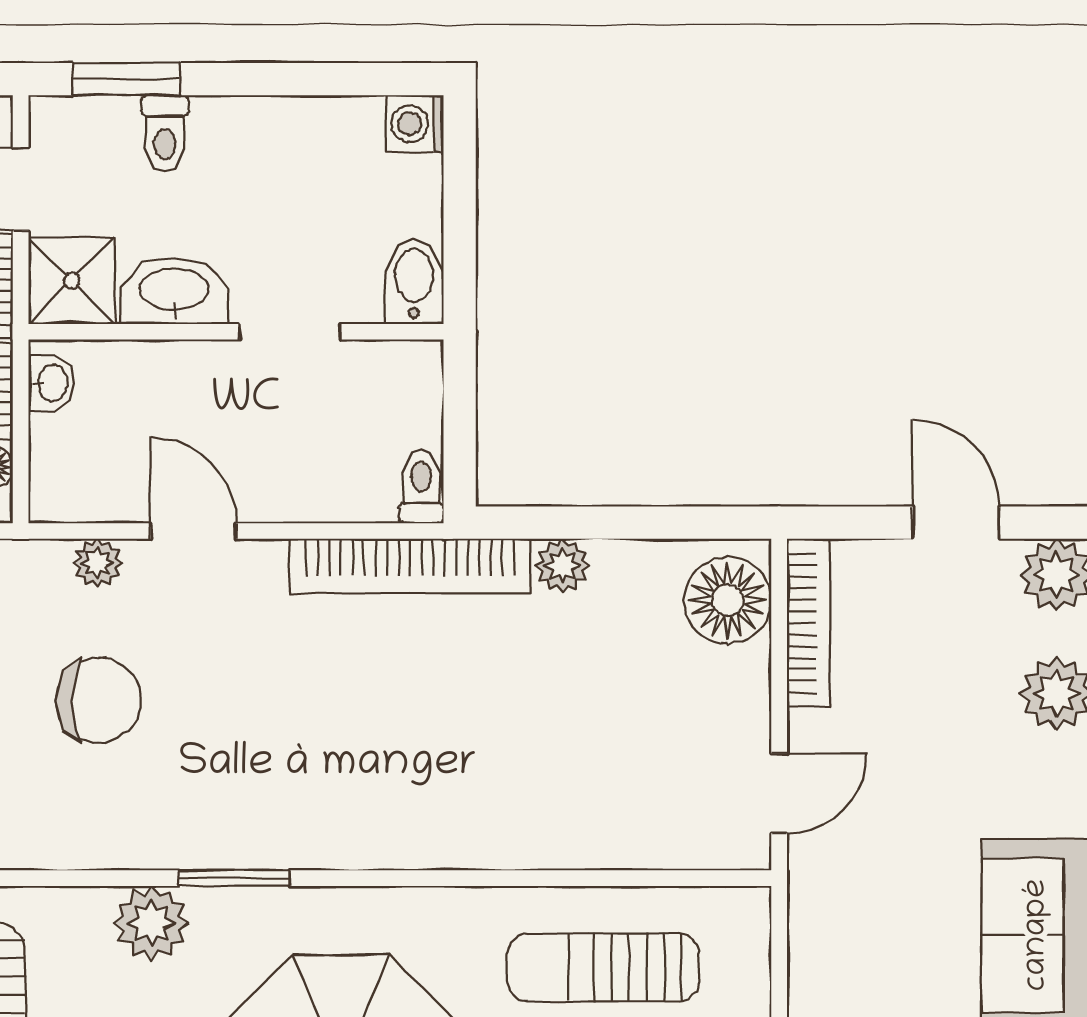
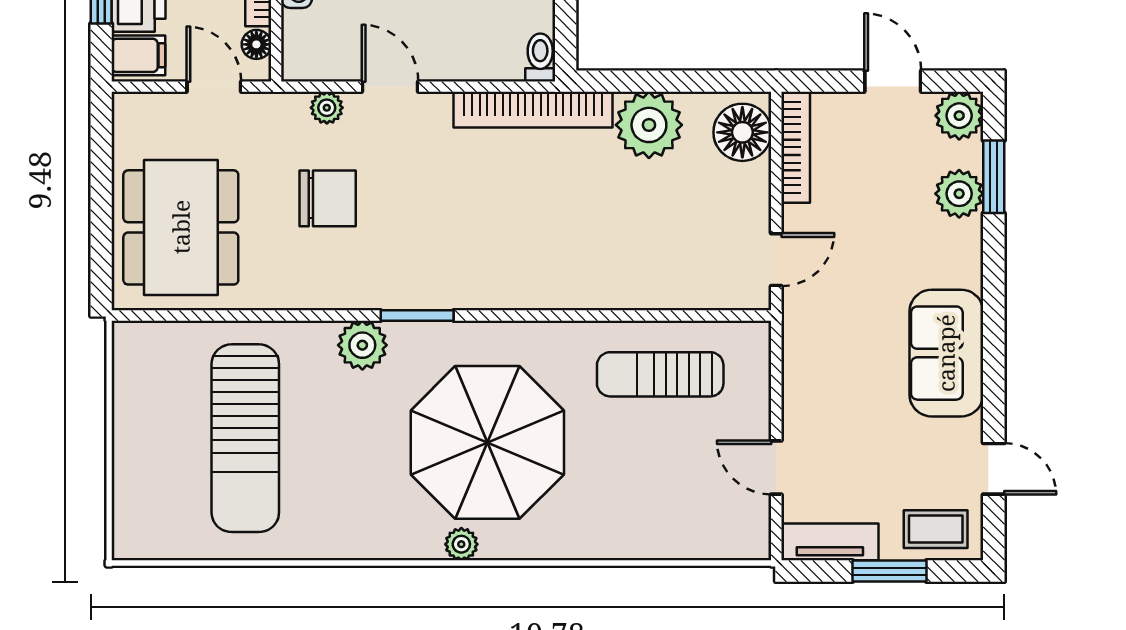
plant: (563, 566) -> (649, 125), width x1.87, depth x1.87

